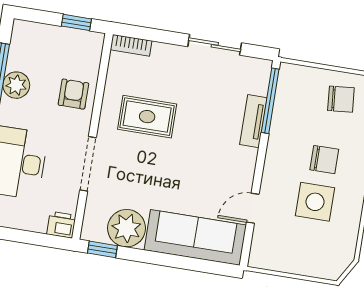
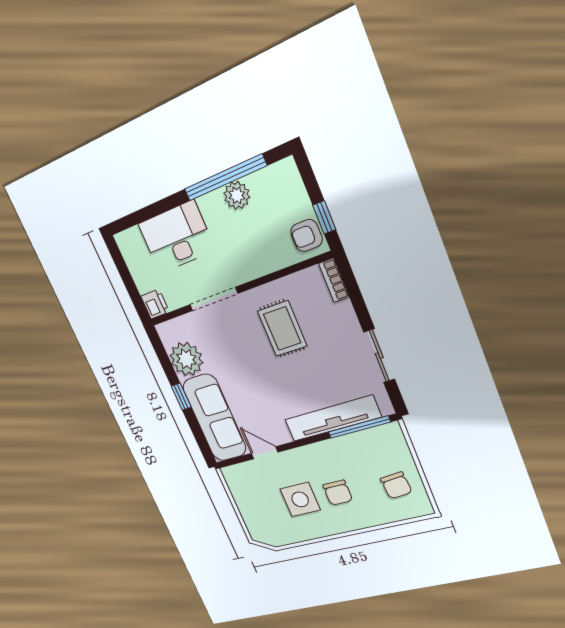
armchair: (73, 94) -> (307, 236), moved, turned 180
tv unit: (253, 121) -> (333, 418), width x1.92, depth x1.29
window: (102, 249) -> (181, 397), moved

